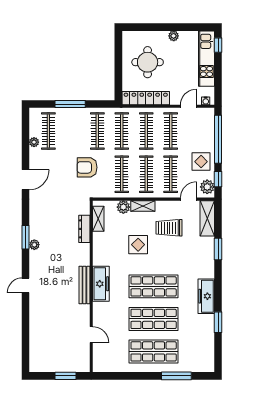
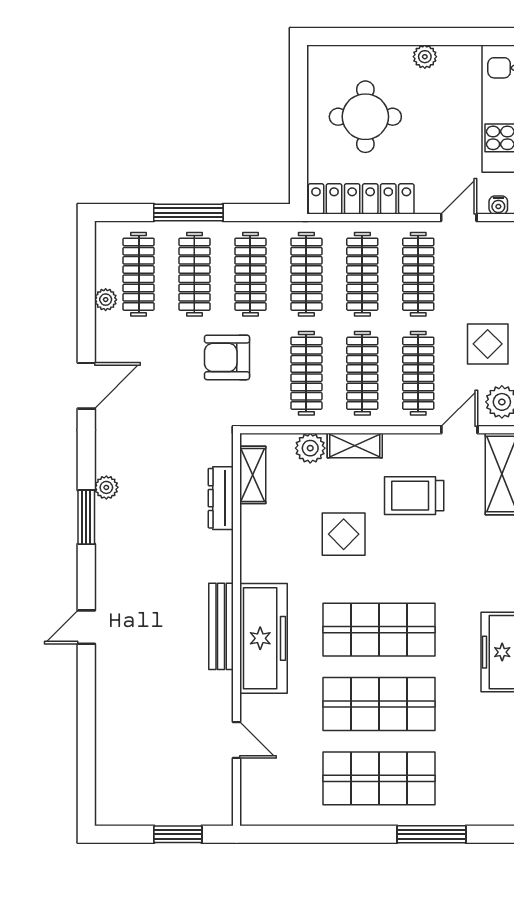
clothes rail: (73, 131) -> (194, 274), added
plant: (34, 245) -> (106, 487), moved
freezer: (101, 284) -> (264, 638), width x1.36, depth x1.26

